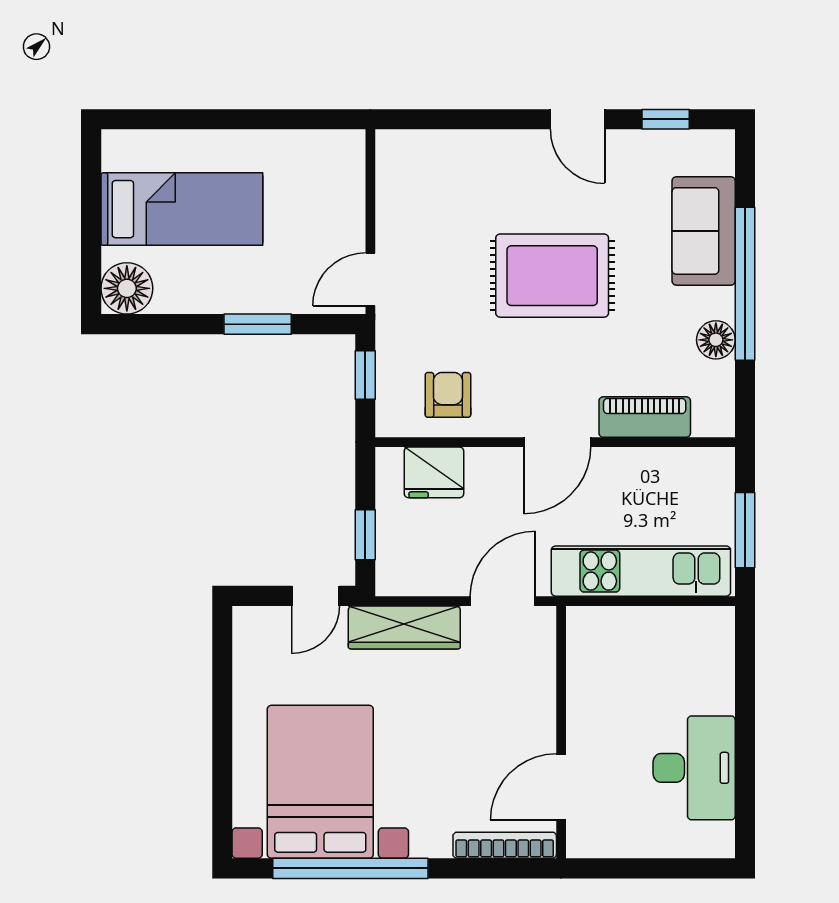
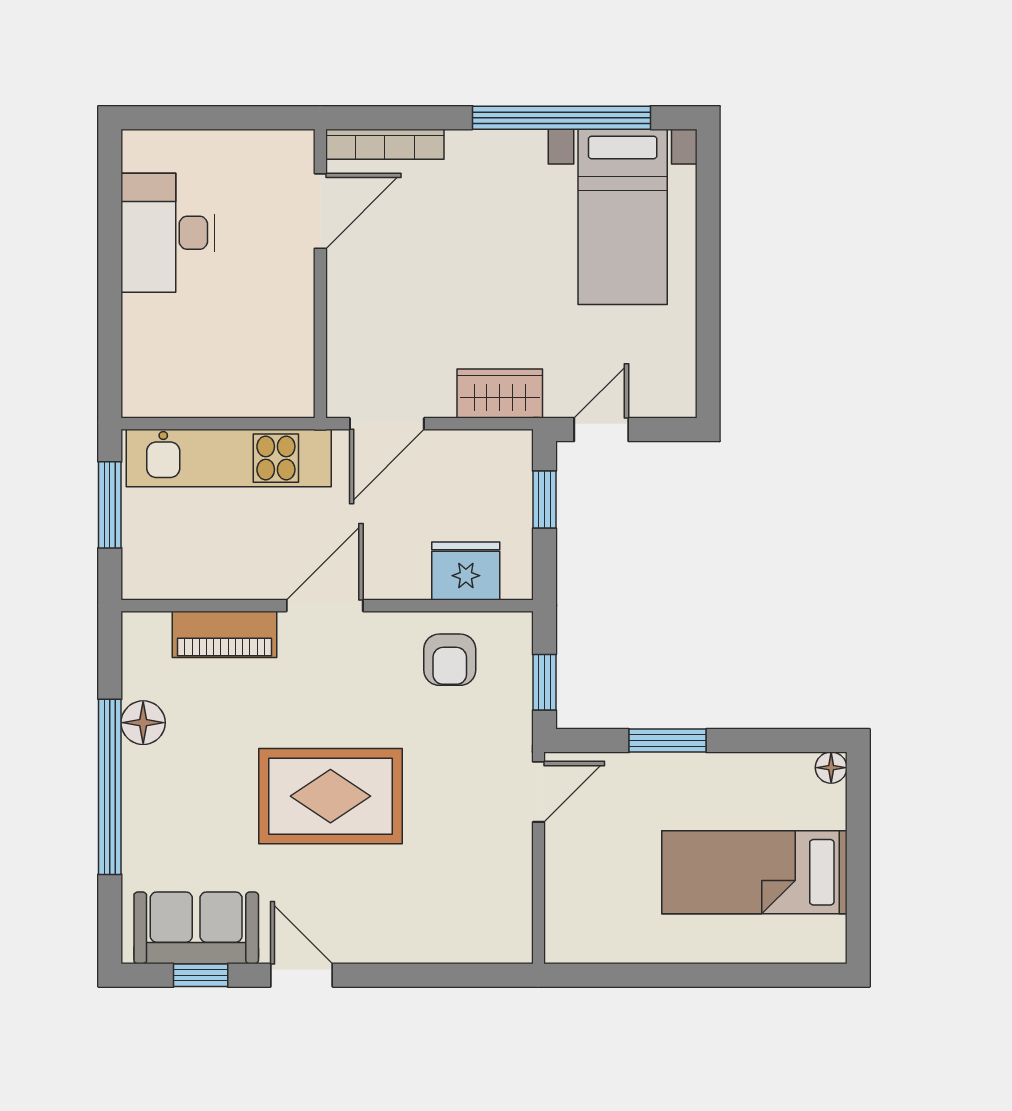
sofa: (704, 231) -> (196, 928), moved, turned -90
floor lamp: (127, 288) -> (831, 768), width x0.53, depth x0.53
wardrobe: (404, 627) -> (500, 394), width x0.67
bed with nightstands: (320, 782) -> (623, 217), width x0.73

